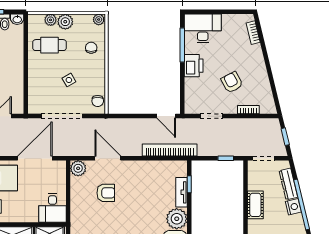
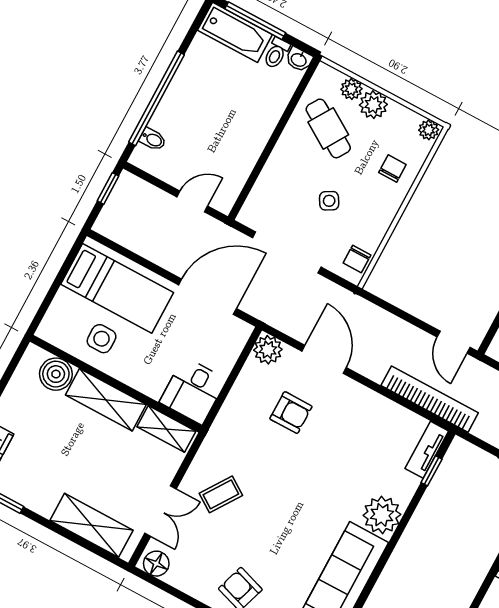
cafe table: (50, 45) -> (328, 128), turned 32
tv unit: (181, 192) -> (427, 450), moved

